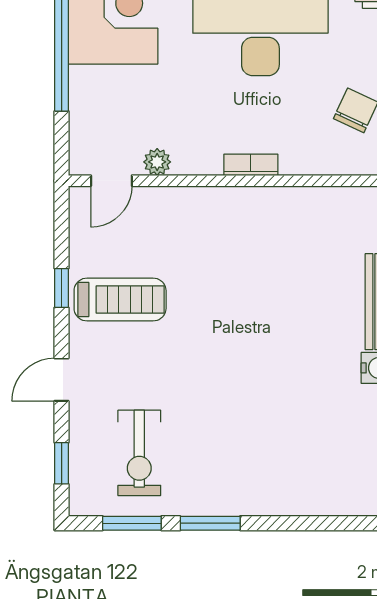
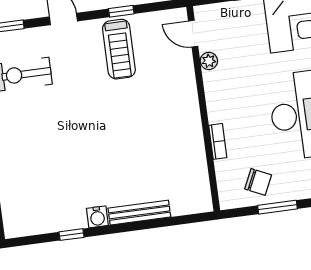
bookcase: (251, 165) -> (218, 141), moved

